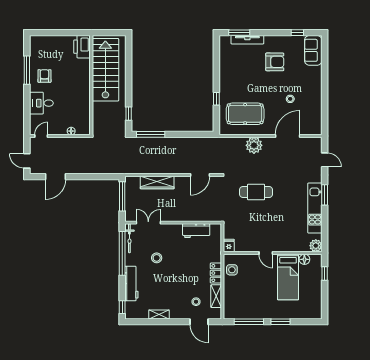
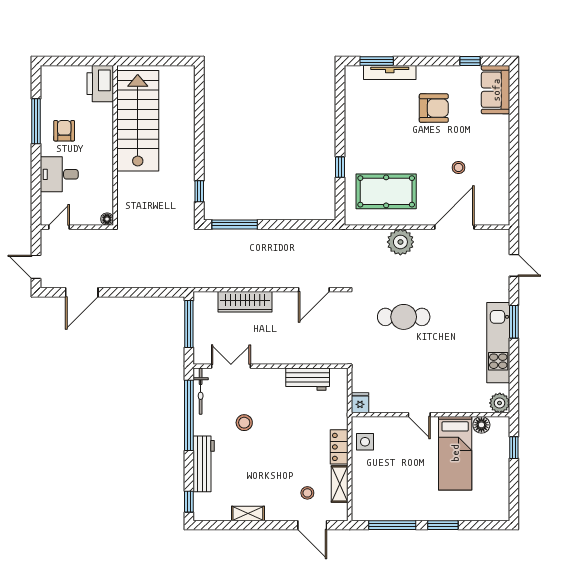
printer: (82, 47) -> (100, 84), moved
stairs: (105, 70) -> (138, 121), moved
wall: (91, 85) -> (115, 145), moved

